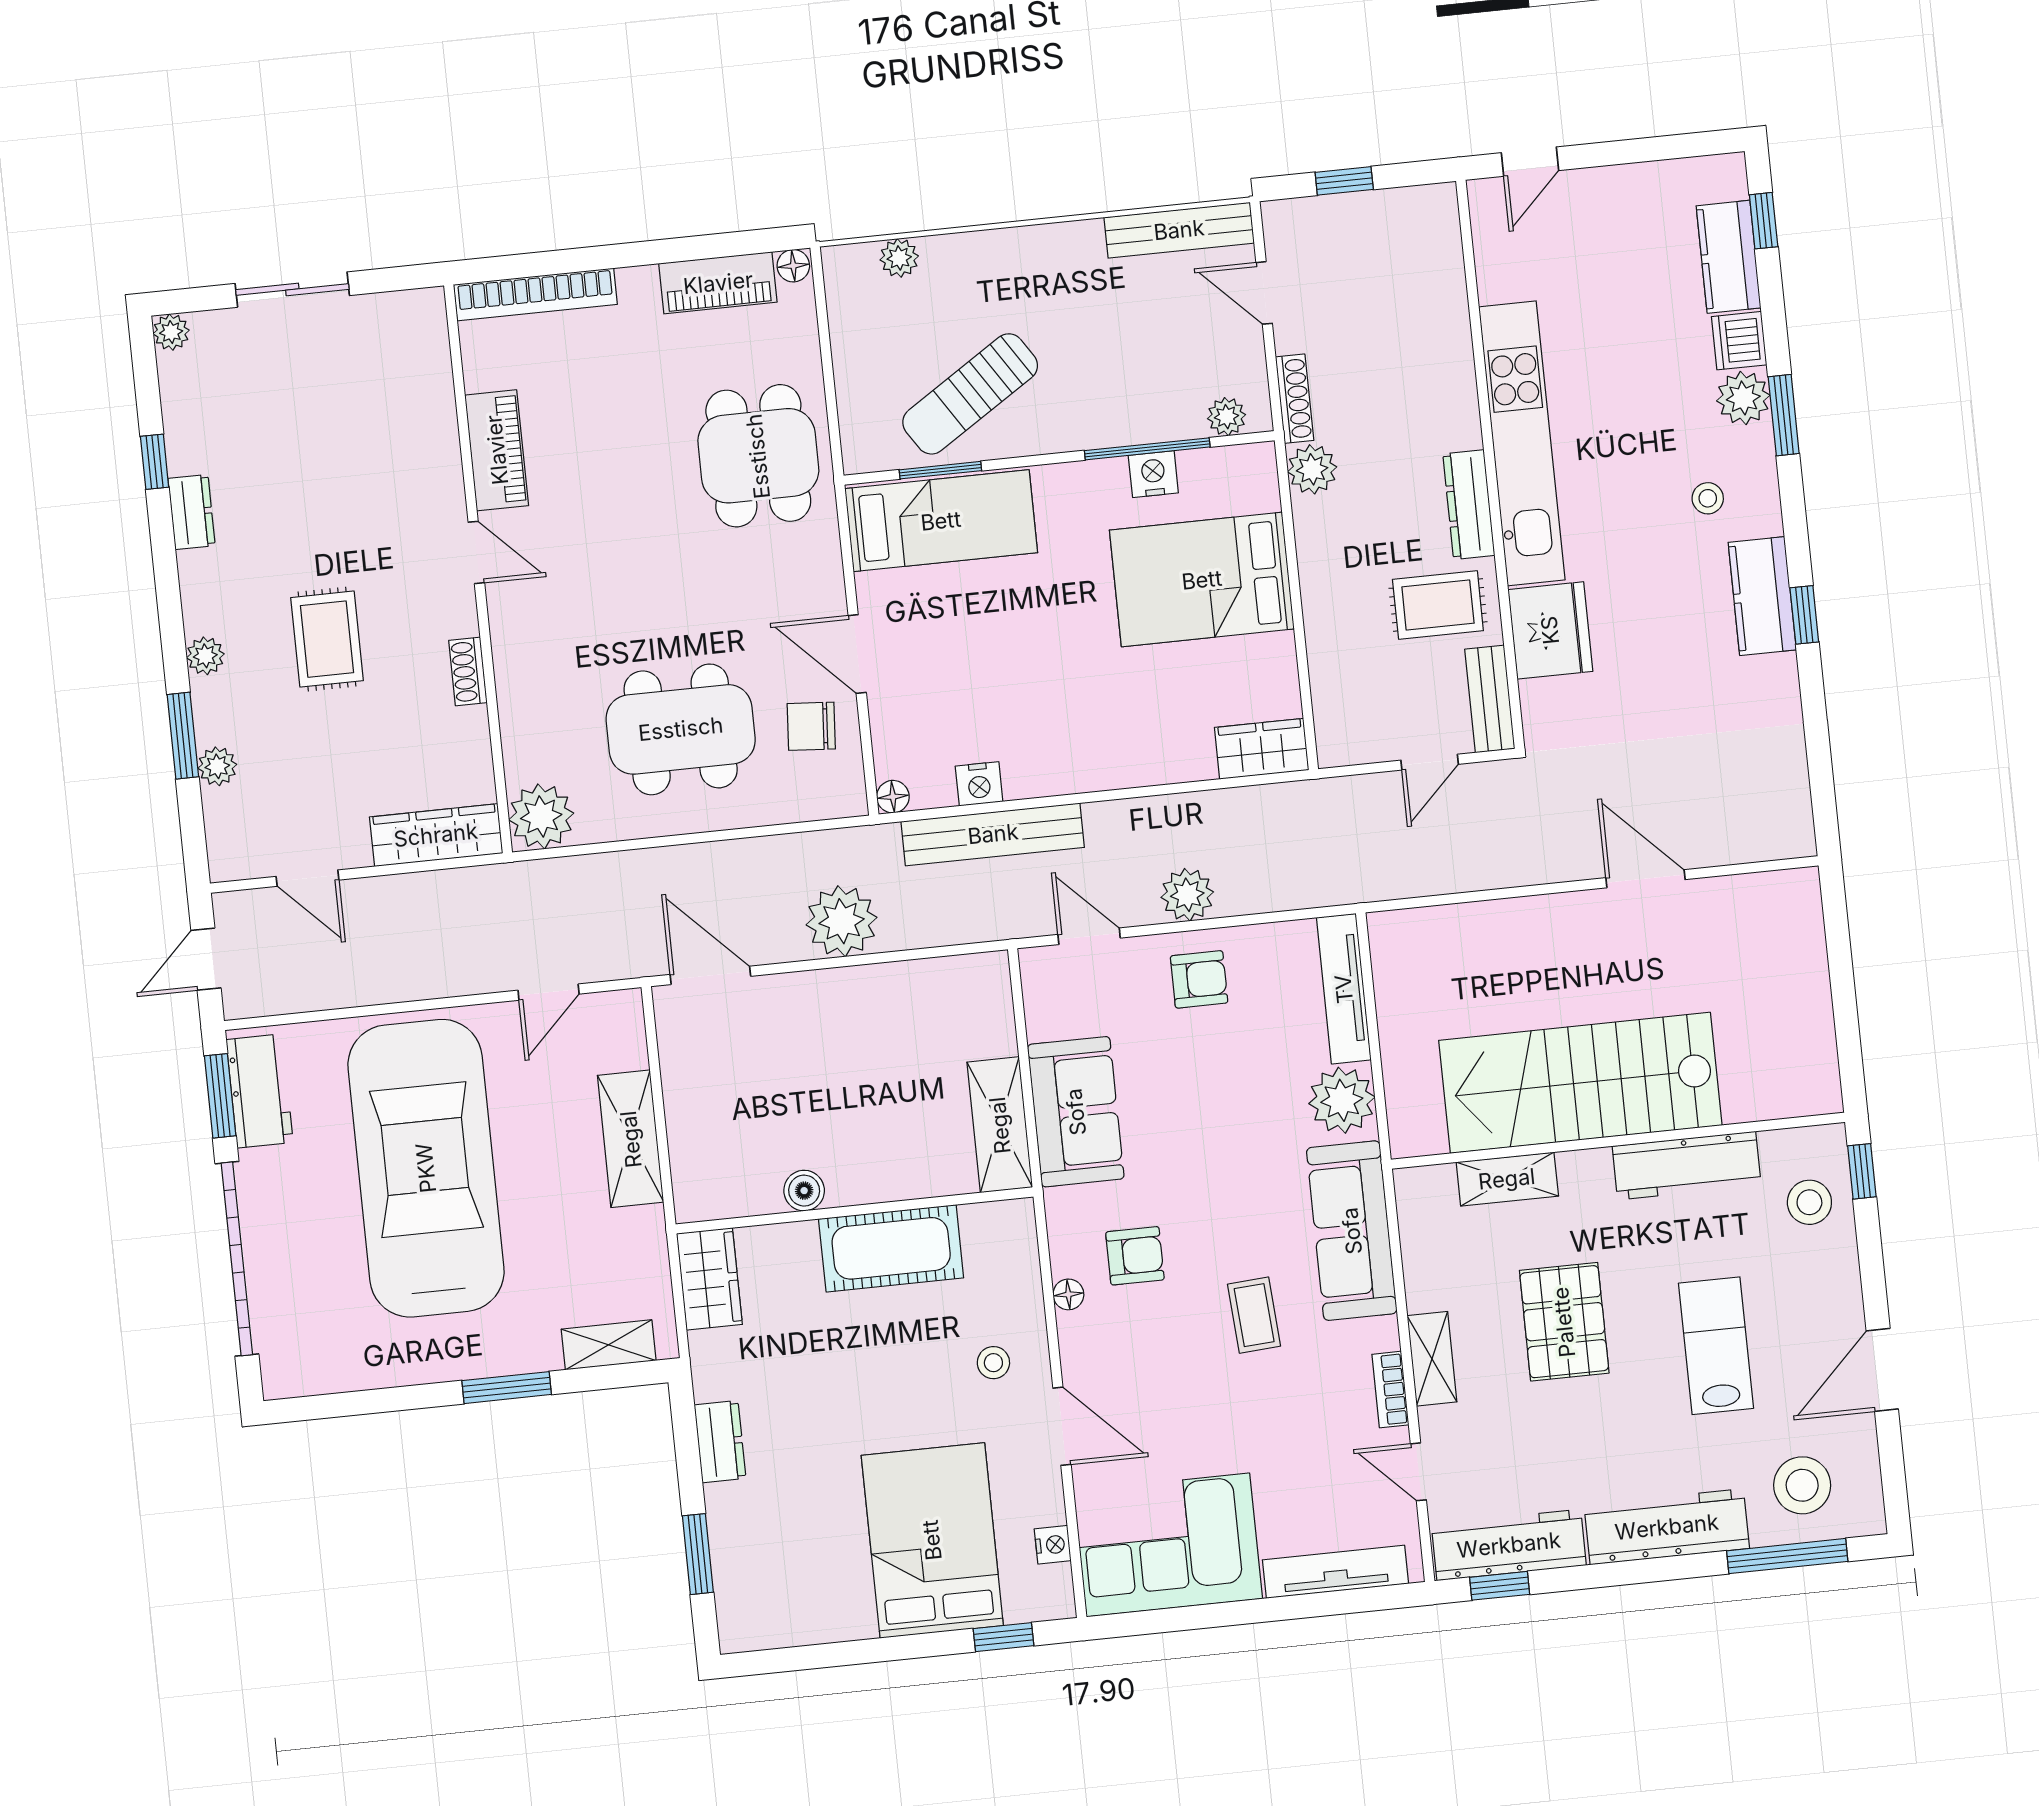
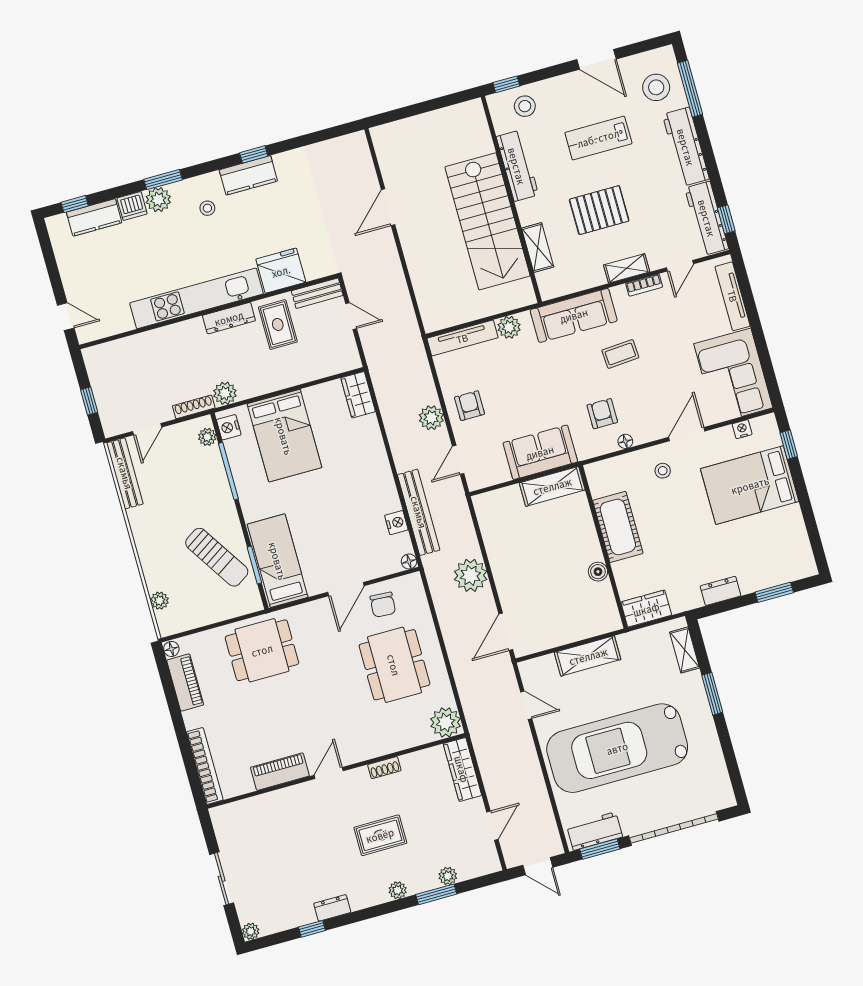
nightstand: (1153, 474) -> (229, 427), moved
plant: (1342, 1100) -> (509, 327), width x0.73, depth x0.73

